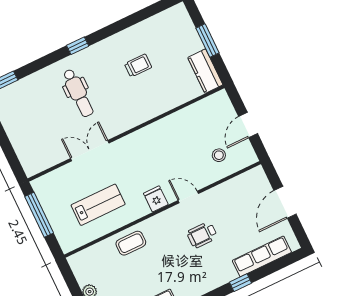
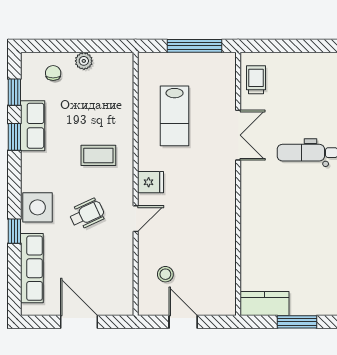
trolley: (138, 66) -> (256, 80), moved, turned 180
wheelchair: (202, 235) -> (87, 214), turned 65
coffee table: (131, 243) -> (98, 155), moved, turned 90
side table: (215, 274) -> (38, 207), added

